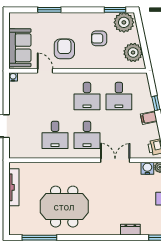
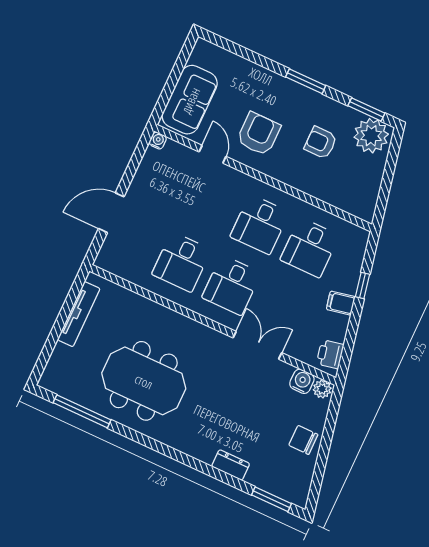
window: (49, 10) -> (306, 81), moved
plant: (133, 52) -> (364, 189), removed

